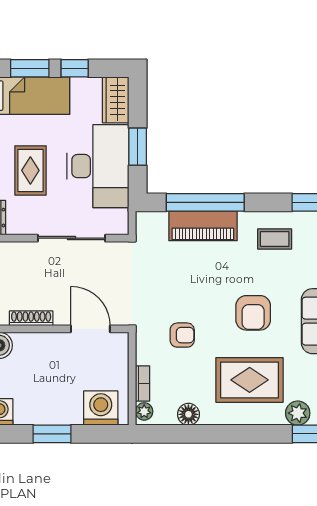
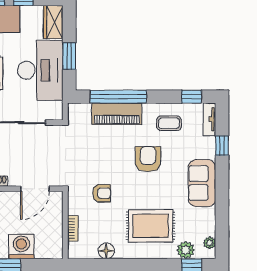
armchair: (253, 313) -> (148, 159), moved, turned 180
door: (90, 329) -> (35, 189), swing flipped
washing machine: (101, 408) -> (21, 246), moved
plant: (144, 411) -> (74, 249), removed

